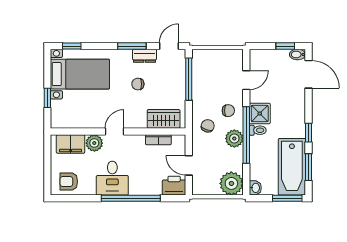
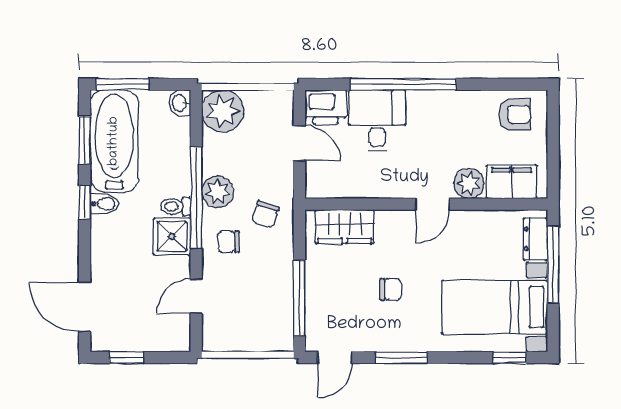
bidet: (297, 54) -> (104, 204), moved
dresser: (144, 56) -> (536, 239), moved, turned -90
window: (47, 98) -> (553, 265), width x2.17
bookcase: (158, 140) -> (354, 189), removed
desk: (112, 178) -> (377, 121), moved

